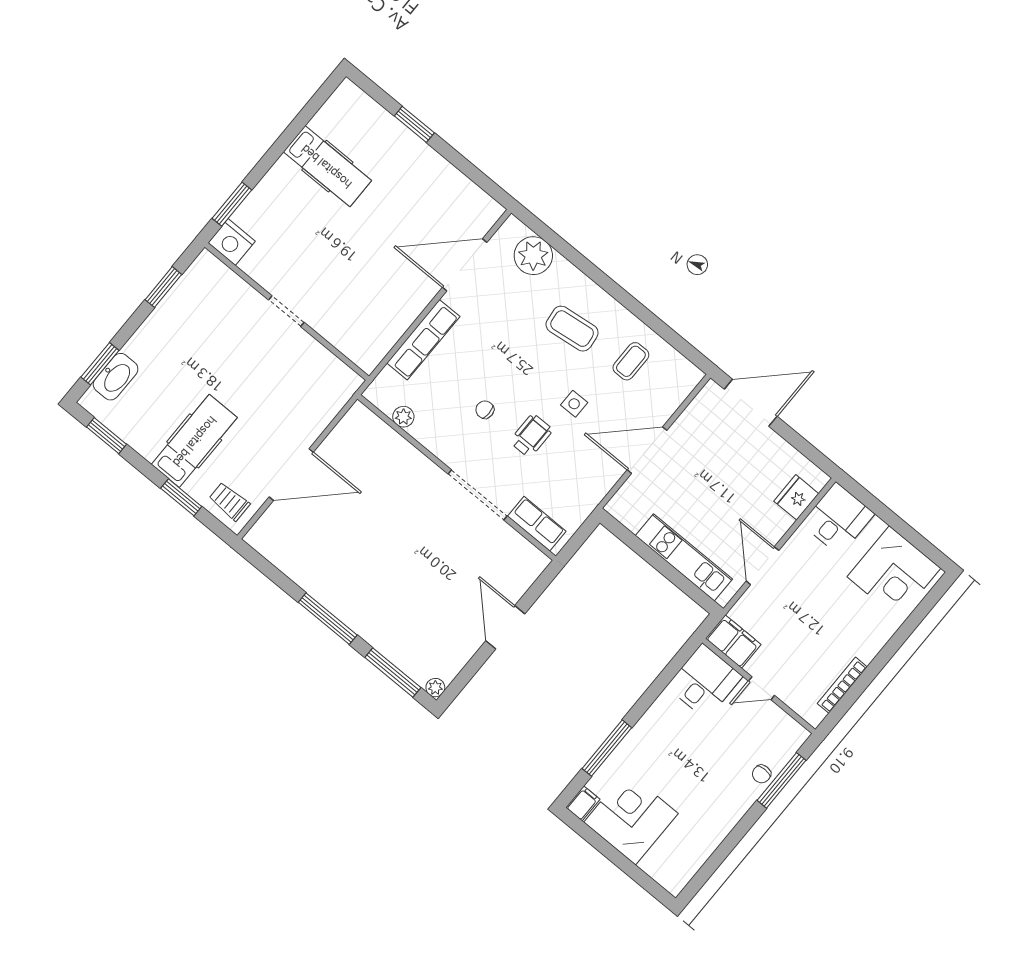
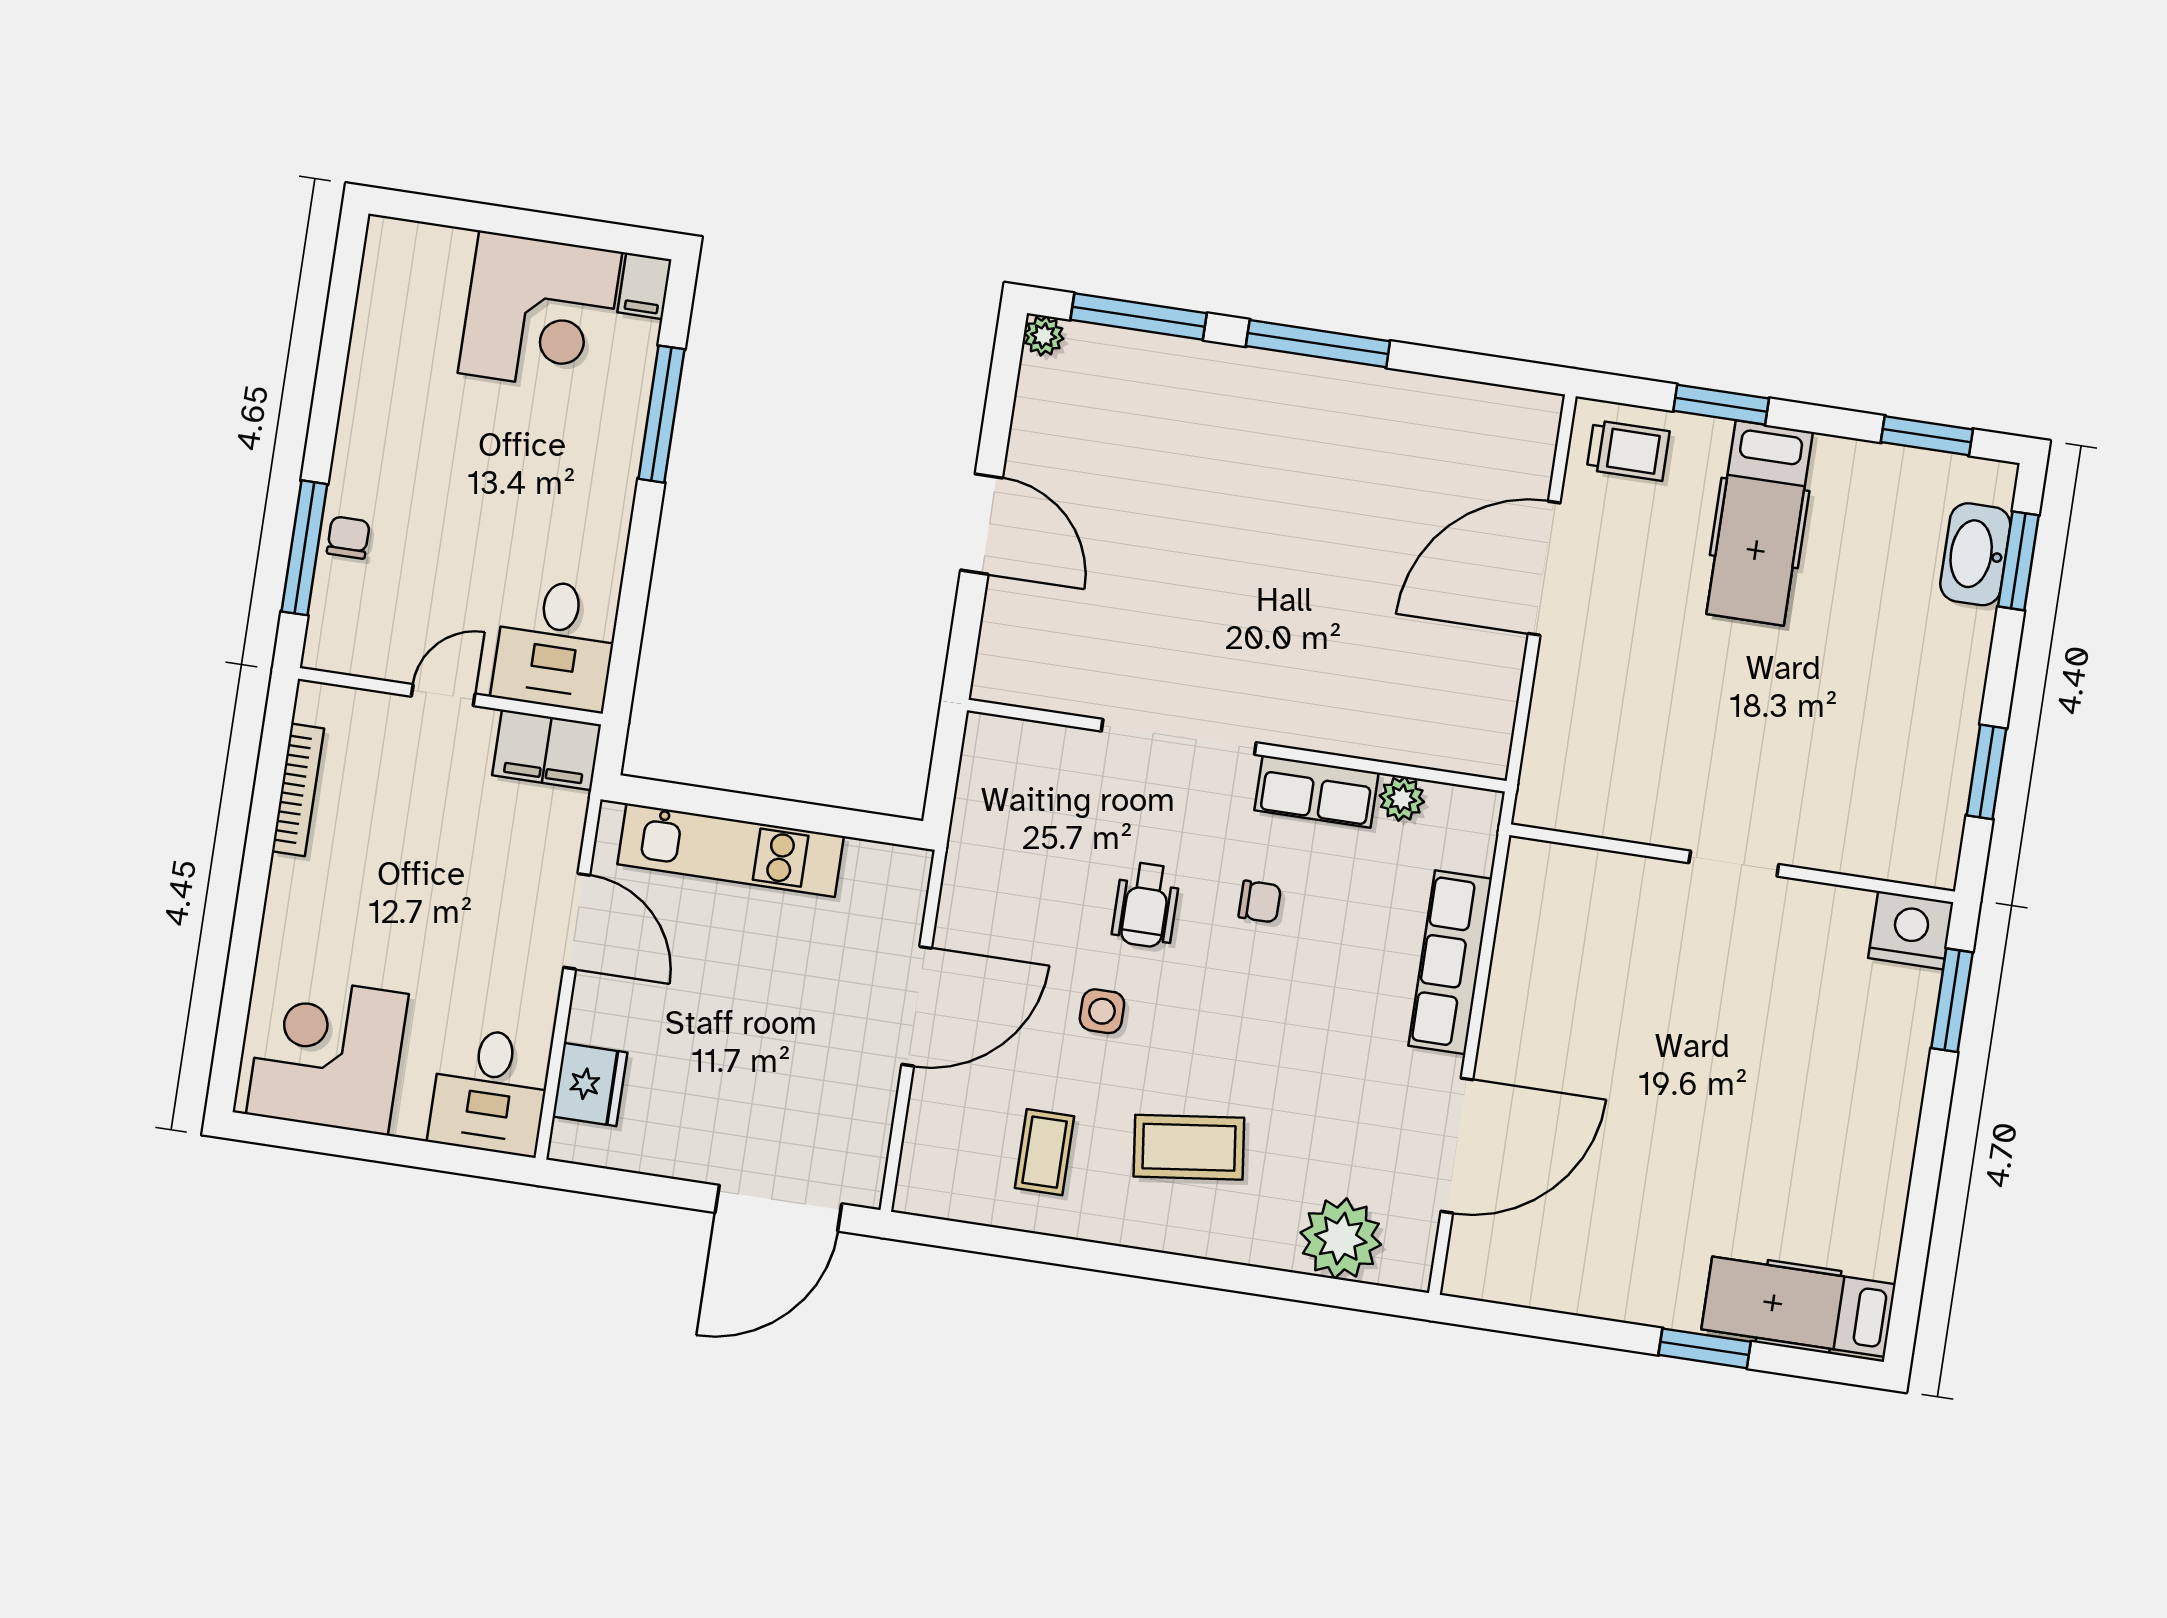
hospital bed: (327, 166) -> (1798, 1307), moved
row of seats: (537, 524) -> (1317, 791), moved

